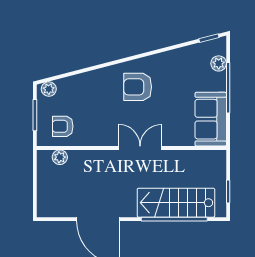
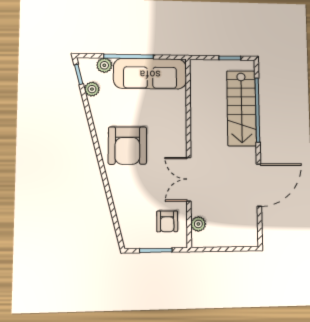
armchair: (138, 87) -> (127, 146), width x1.36, depth x1.36
plant: (49, 89) -> (92, 89), moved
sofa: (211, 119) -> (150, 74), width x1.36
double door: (140, 148) -> (189, 179), moved

